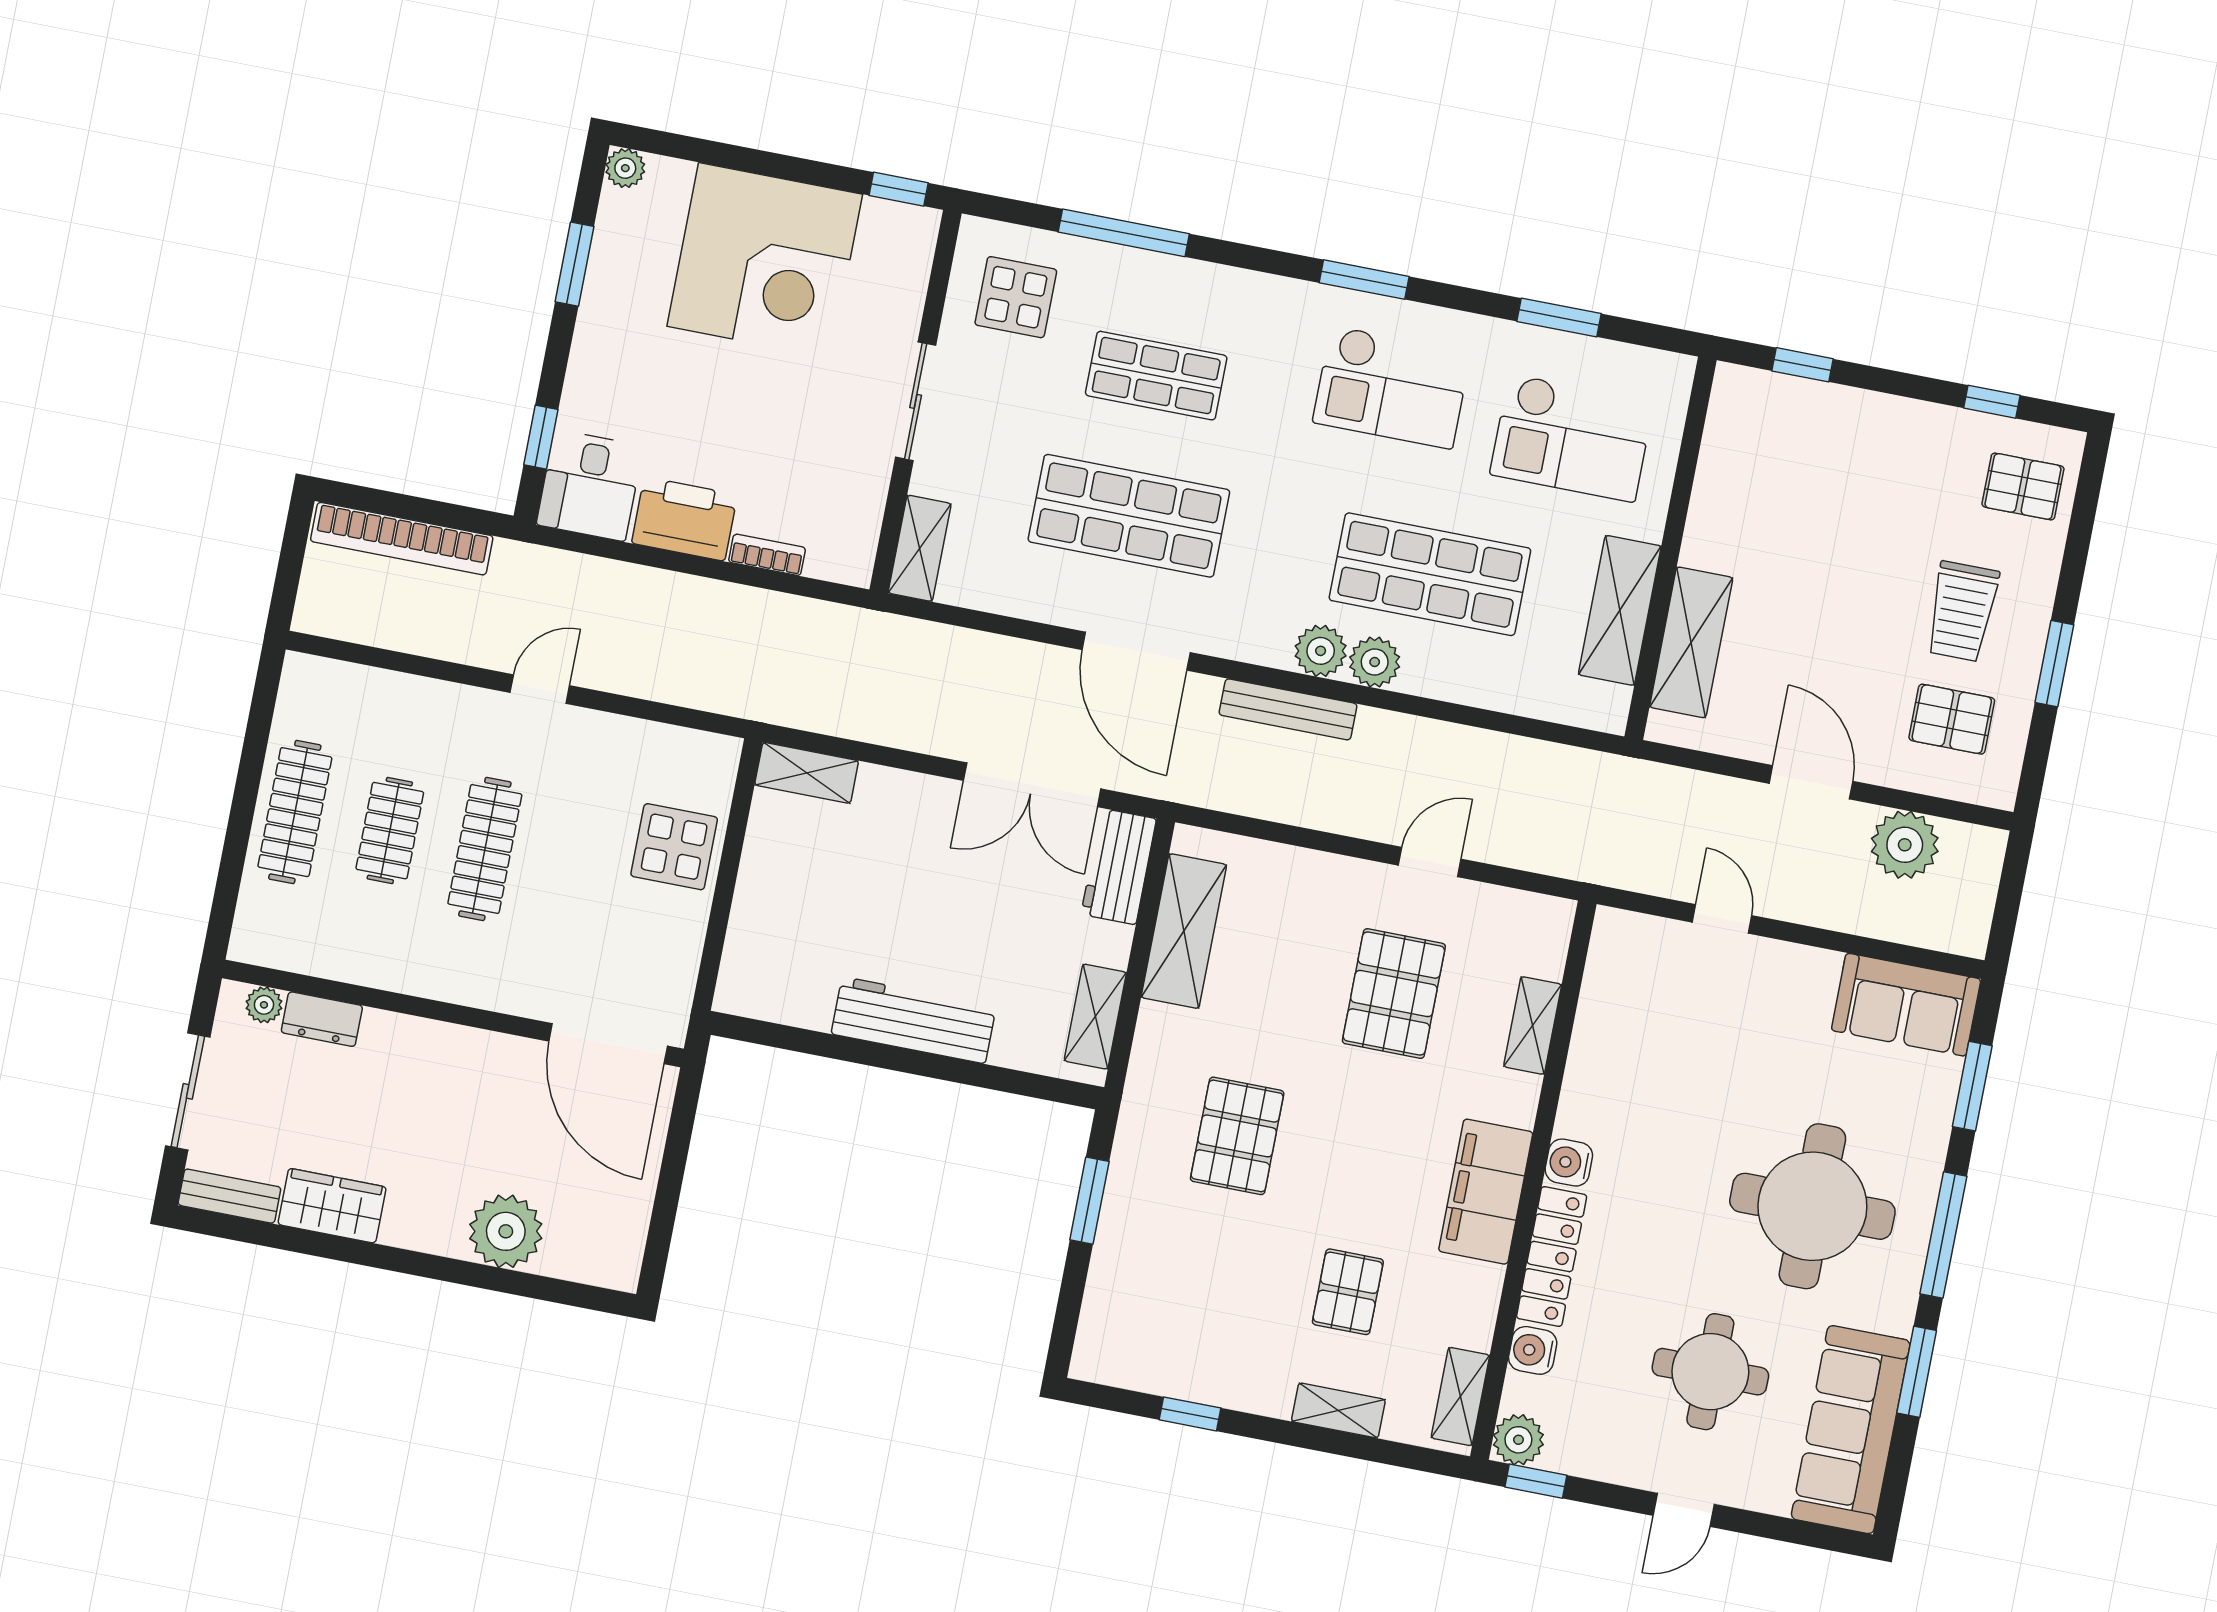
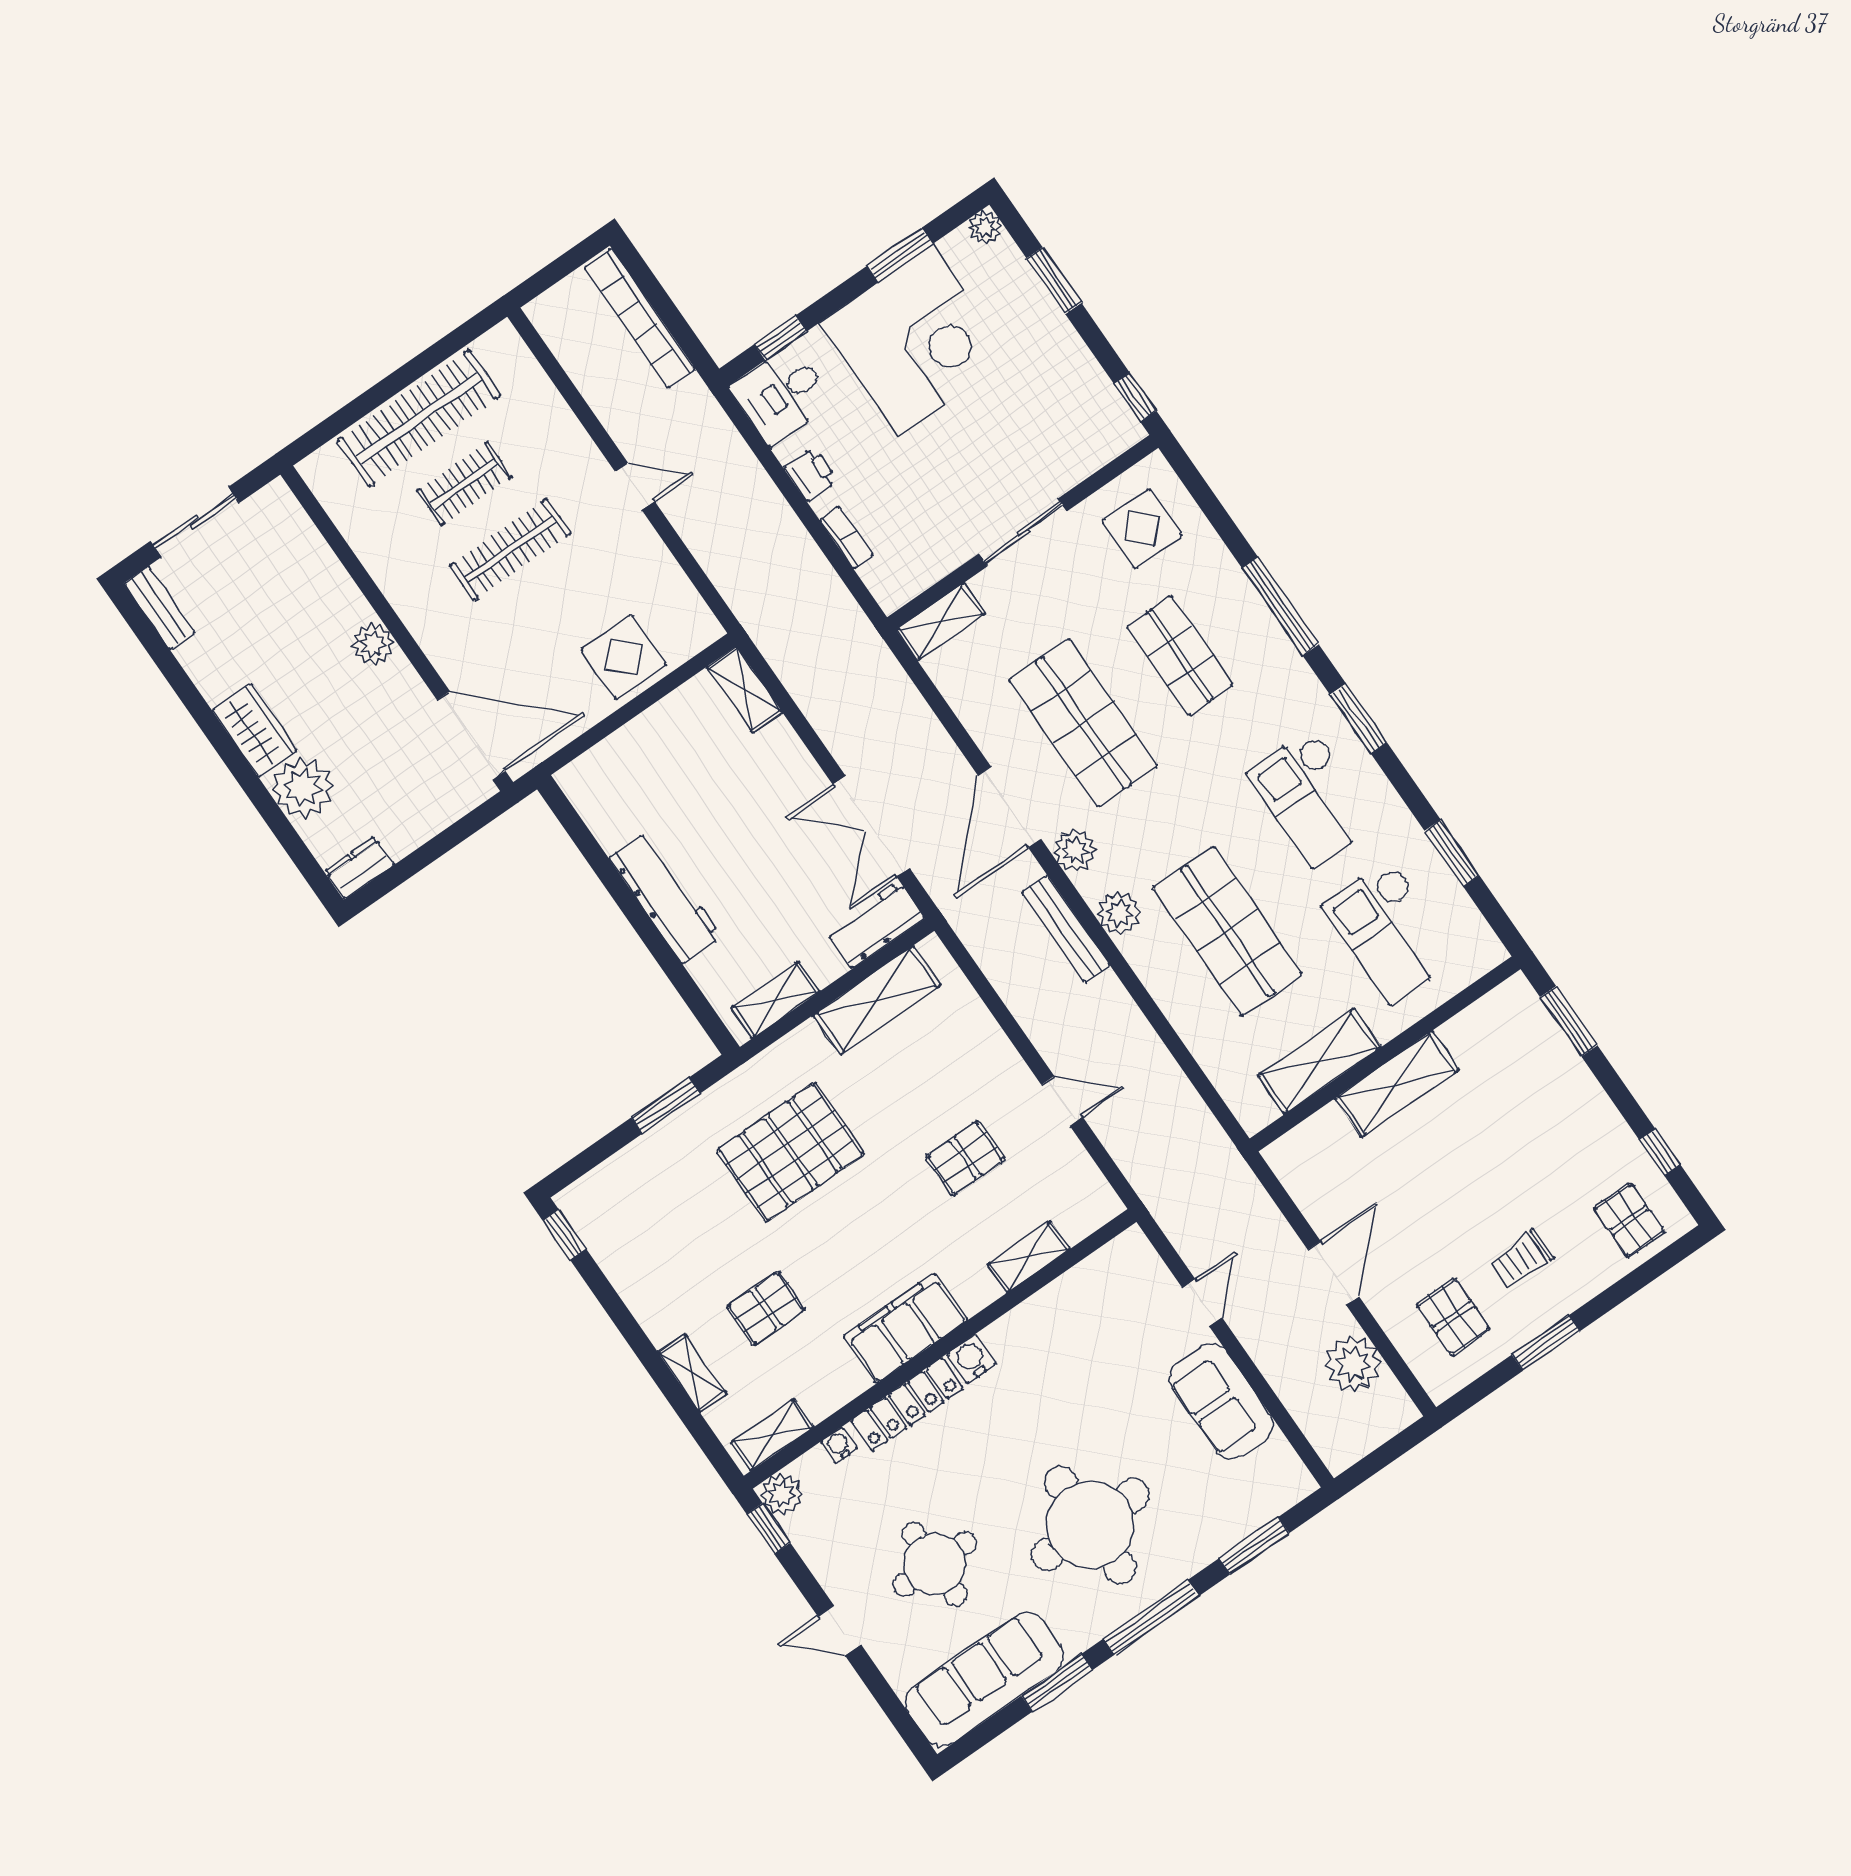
window: (730, 156) -> (1054, 281), added
window: (1124, 233) -> (1280, 606), moved
corner desk: (765, 260) -> (915, 340), moved, turned -90
window: (1803, 365) -> (1569, 1021), width x1.50
printer: (684, 519) -> (811, 474), width x0.53, depth x0.68
trolley: (1962, 611) -> (1521, 1259), width x0.73, depth x0.72
shelving: (1691, 642) -> (1397, 1084), moved
plant: (1375, 662) -> (1075, 851), moved
clothes rail: (295, 812) -> (419, 418), width x1.37, depth x1.31
pallet: (1394, 994) -> (965, 1158), width x0.67, depth x0.71
plant: (264, 1005) -> (373, 644), moved, width x1.38, depth x1.38
sofa: (1906, 1005) -> (1221, 1401), moved
dresser: (322, 1019) -> (359, 868), moved, turned 90
door: (608, 1044) -> (471, 736), swing flipped
pallet: (1237, 1136) -> (790, 1152), width x1.37, depth x1.41
wardrobe: (332, 1206) -> (255, 730), moved
water cooler: (1533, 1350) -> (839, 1445), width x0.72, depth x0.72
window: (1190, 1414) -> (564, 1235), moved

